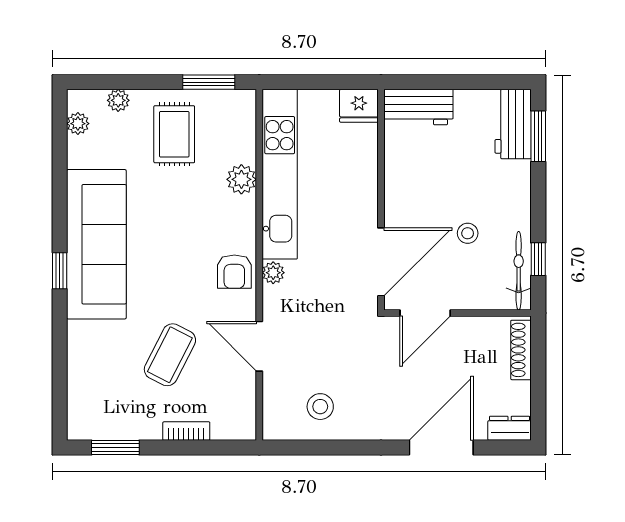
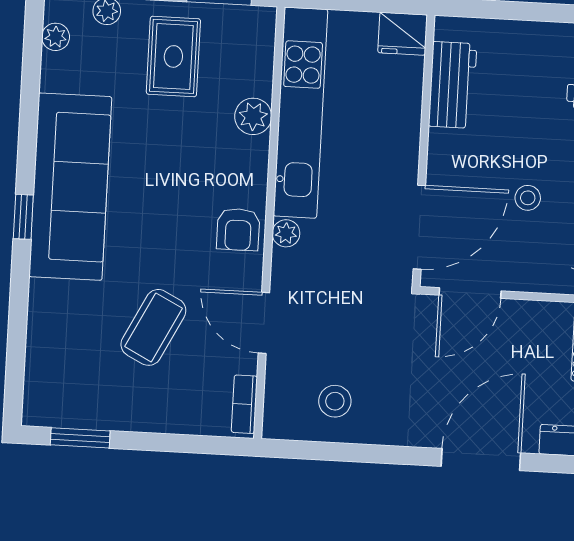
workbench: (418, 107) -> (453, 85), moved, turned -90
bookcase: (186, 431) -> (244, 404), moved, turned -90

